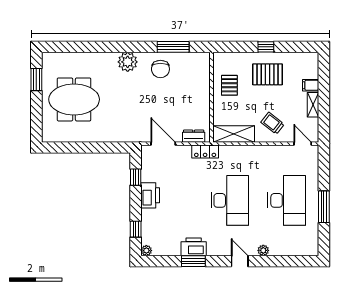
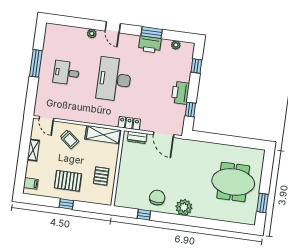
window: (173, 47) -> (144, 215), width x0.46
filing cabinet: (311, 85) -> (31, 183), moved
desk: (287, 200) -> (66, 73), width x0.53, depth x0.77
plant: (146, 251) -> (176, 45), moved

